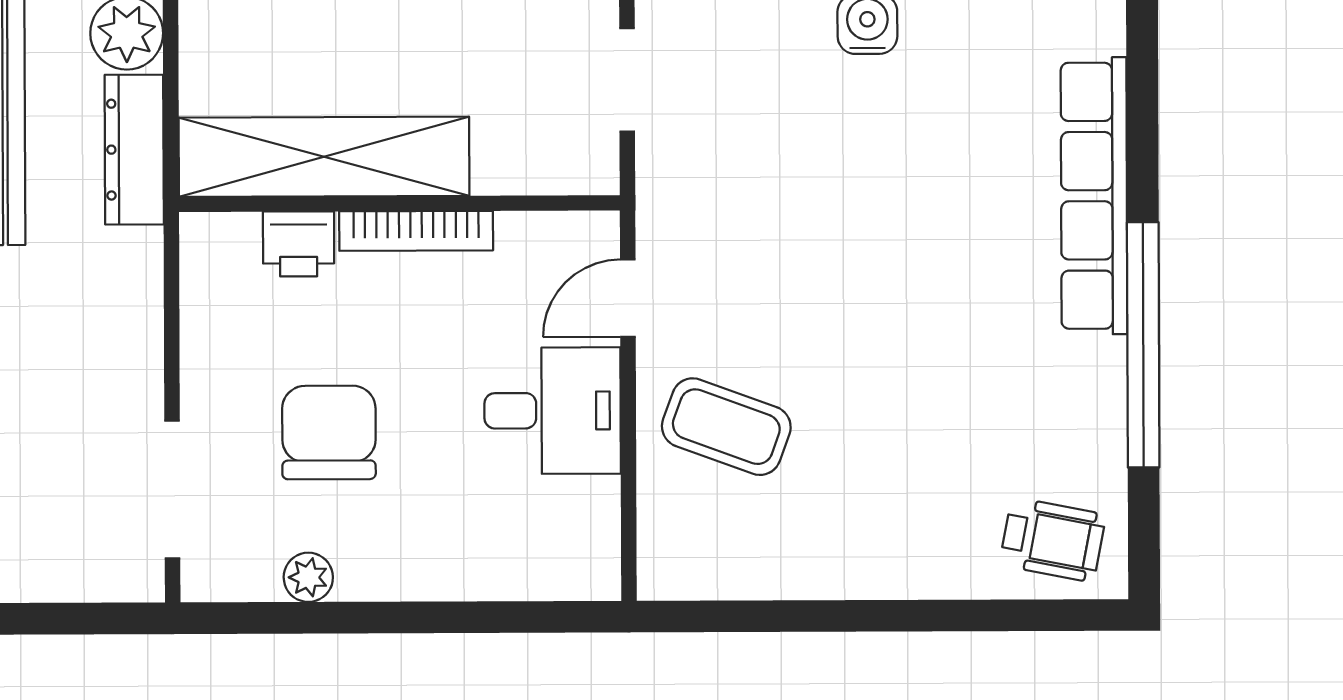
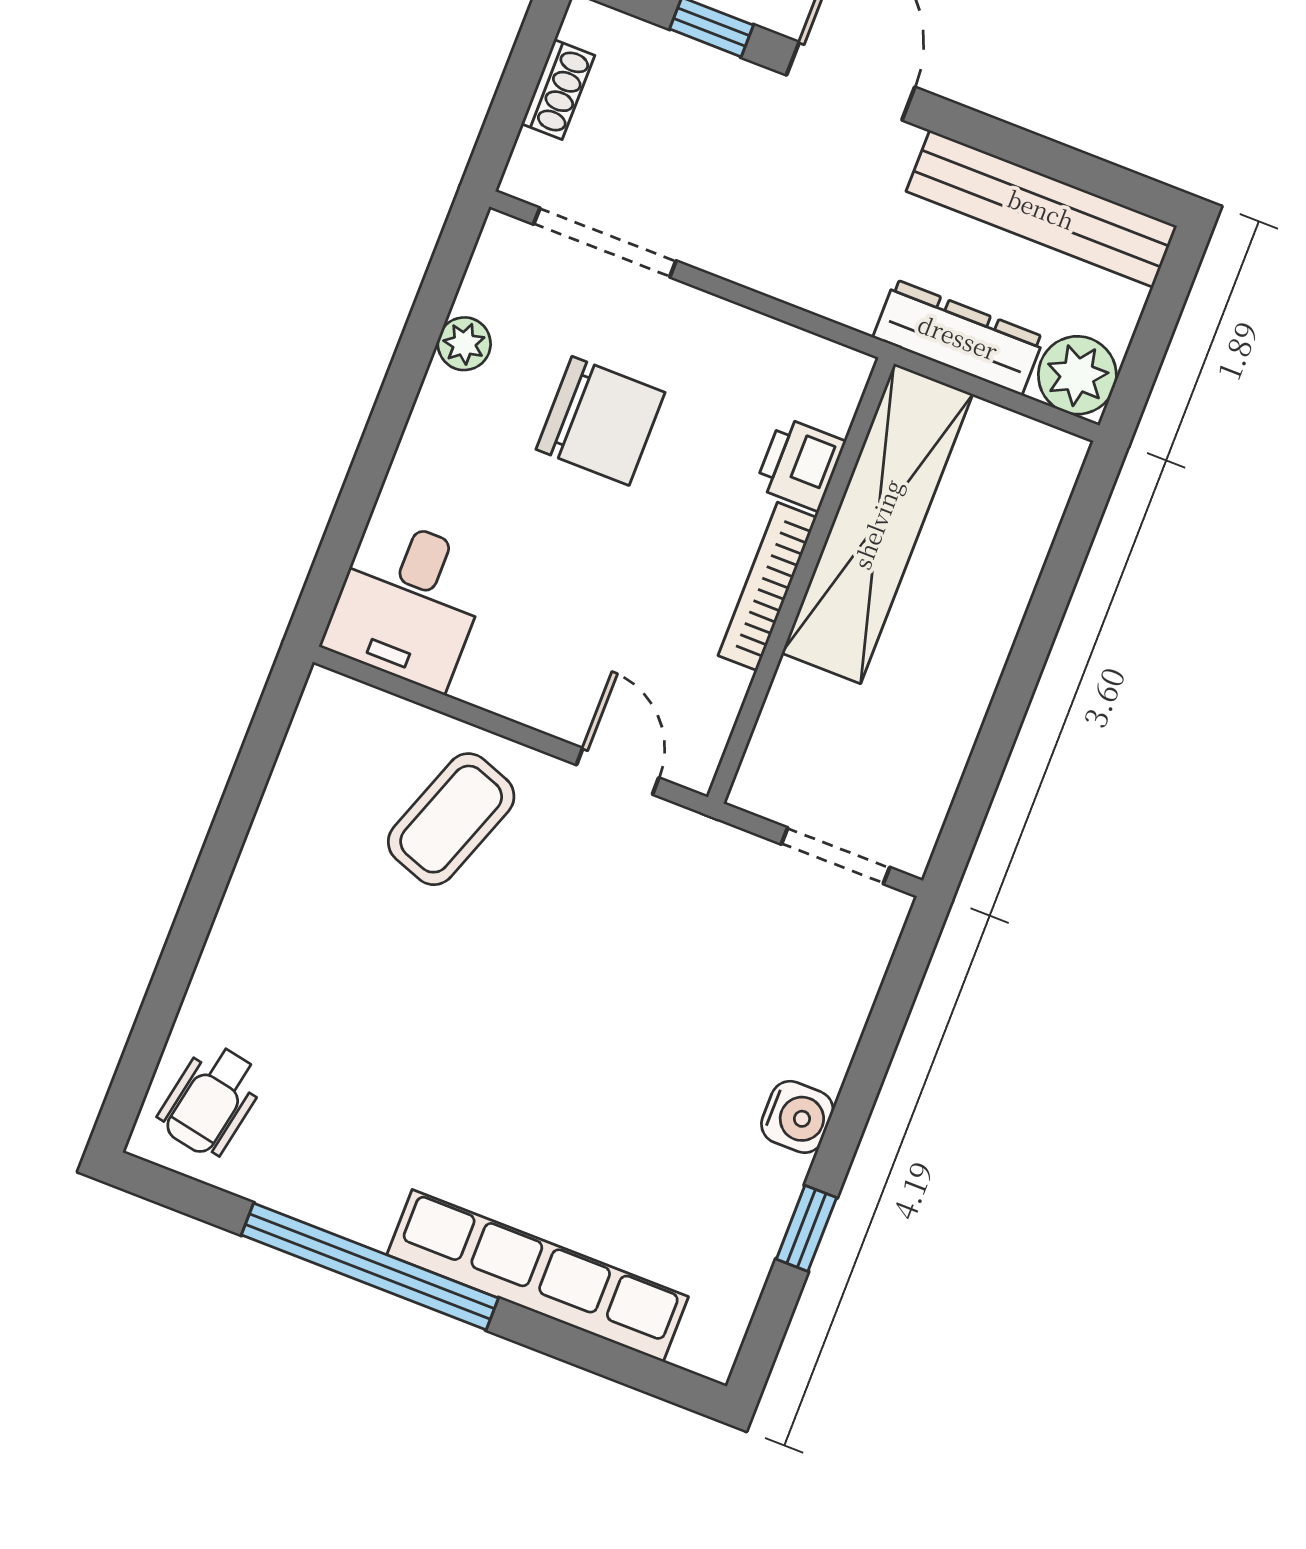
desk: (553, 411) -> (408, 603), moved
shoe rack: (55, 582) -> (558, 90), added

